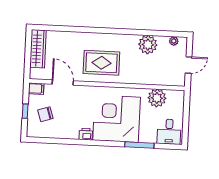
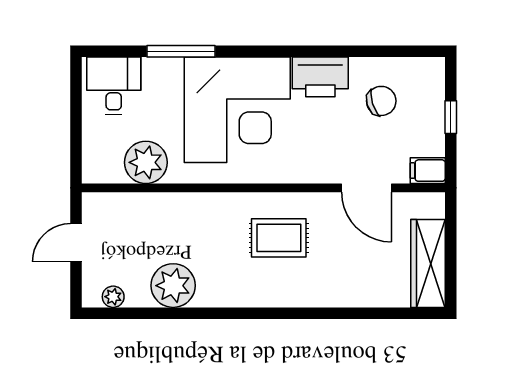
rug: (101, 63) -> (279, 238), width x0.73, depth x0.70
chair: (45, 114) -> (381, 101), moved
printer: (86, 134) -> (320, 77), width x1.87, depth x1.48

